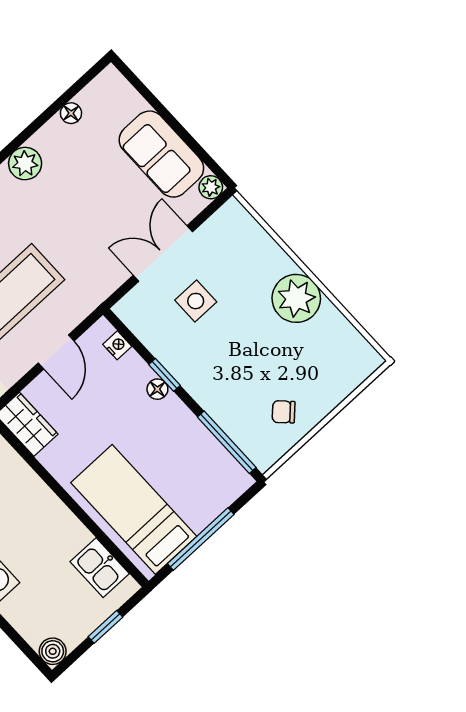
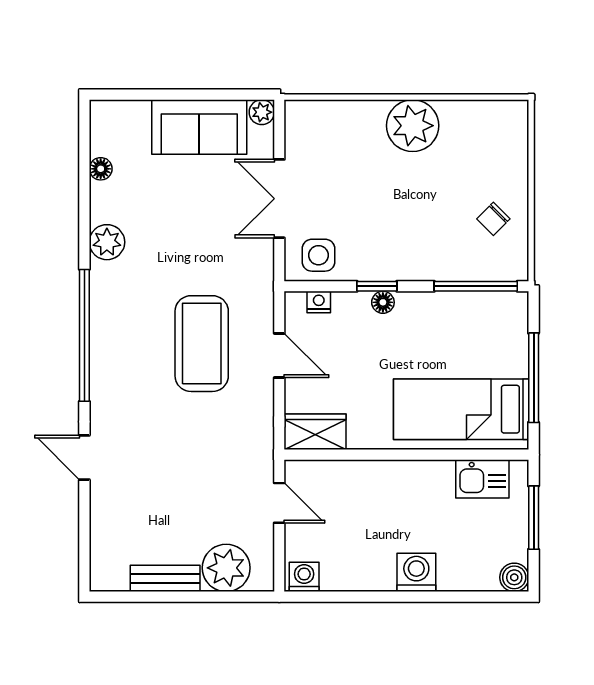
side table: (196, 301) -> (319, 255), moved
window: (105, 627) -> (534, 518), width x1.50

